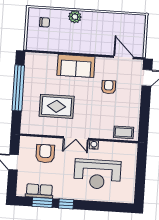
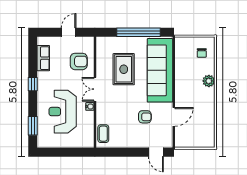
door: (123, 57) -> (174, 117), moved
sofa: (76, 66) -> (160, 70), width x1.85, depth x1.27
window: (42, 202) -> (33, 126), moved

